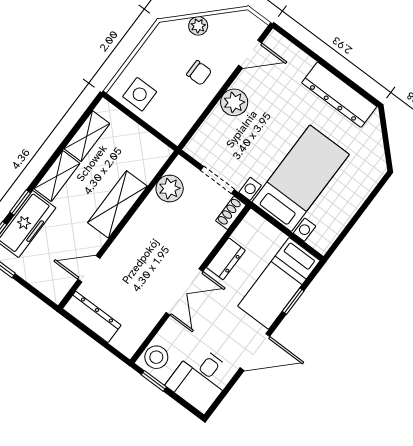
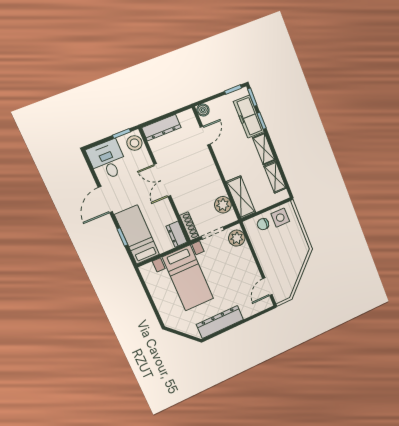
plant: (198, 26) -> (297, 268), removed
chair: (199, 73) -> (263, 224), moved
plant: (234, 102) -> (237, 238), moved
shelving: (117, 204) -> (241, 197), moved
shoe rack: (231, 213) -> (189, 226), width x1.43
dresser: (226, 259) -> (177, 234), moved
boiler: (56, 292) -> (203, 110), added
dresser: (92, 317) -> (161, 128), moved

